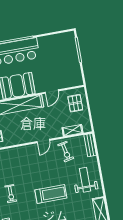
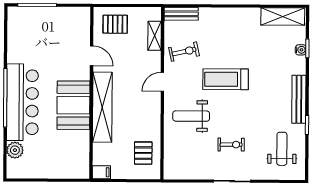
door: (43, 141) -> (162, 82), swing flipped
weight bench: (85, 180) -> (191, 116), moved
treadmill: (51, 194) -> (226, 79), moved, turned -90

